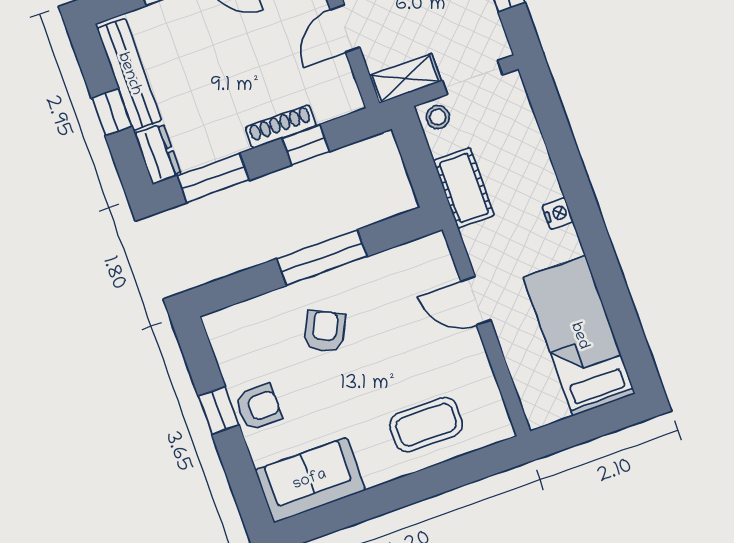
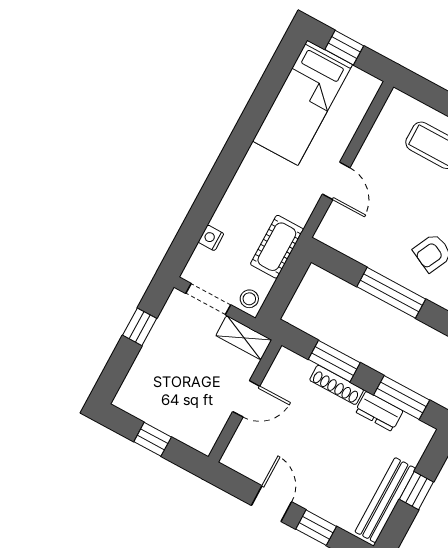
window: (306, 145) -> (334, 361), width x1.50
dresser: (158, 154) -> (379, 411), moved, turned -90
nightstand: (558, 214) -> (211, 238), moved
window: (596, 423) -> (344, 48), added

